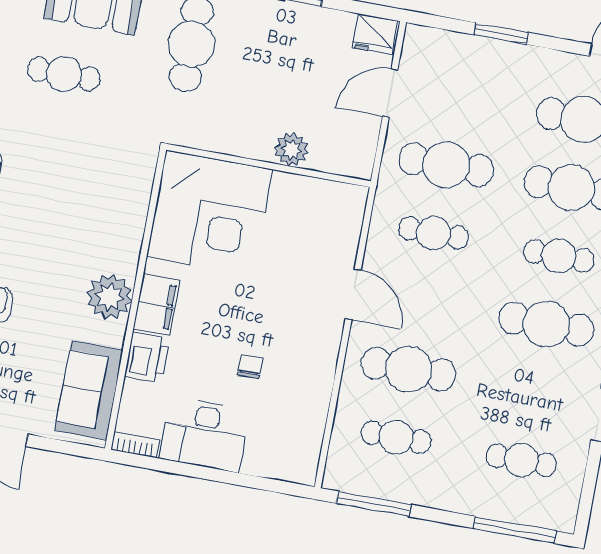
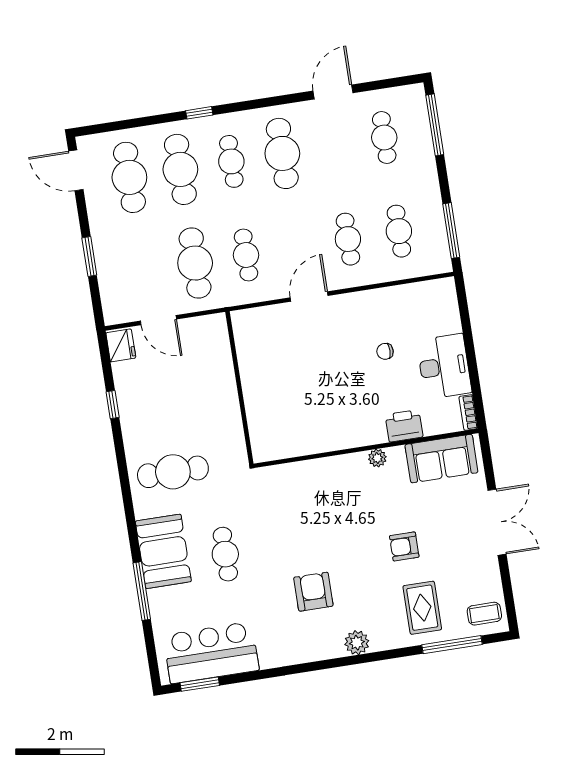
plant: (291, 150) -> (222, 376), removed
corner desk: (210, 213) -> (287, 417), removed
plant: (110, 297) -> (377, 458), width x0.53, depth x0.53
filing cabinet: (157, 305) -> (365, 432), removed
cafe table: (409, 369) -> (348, 239), width x0.73, depth x0.74

